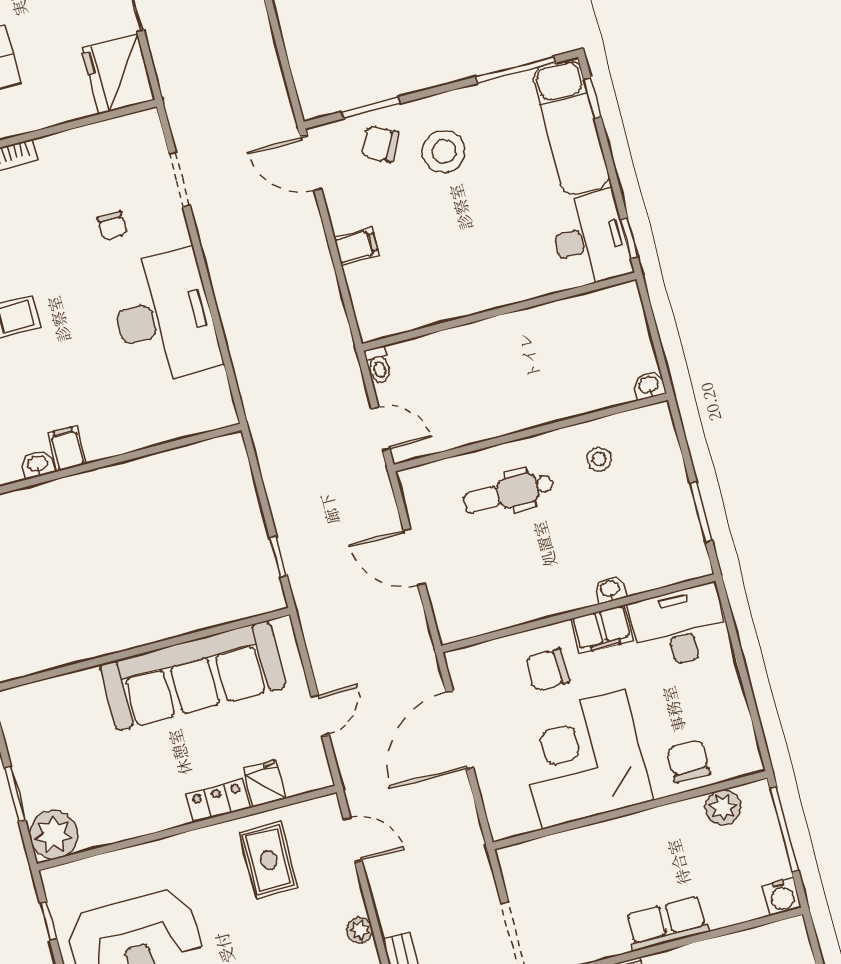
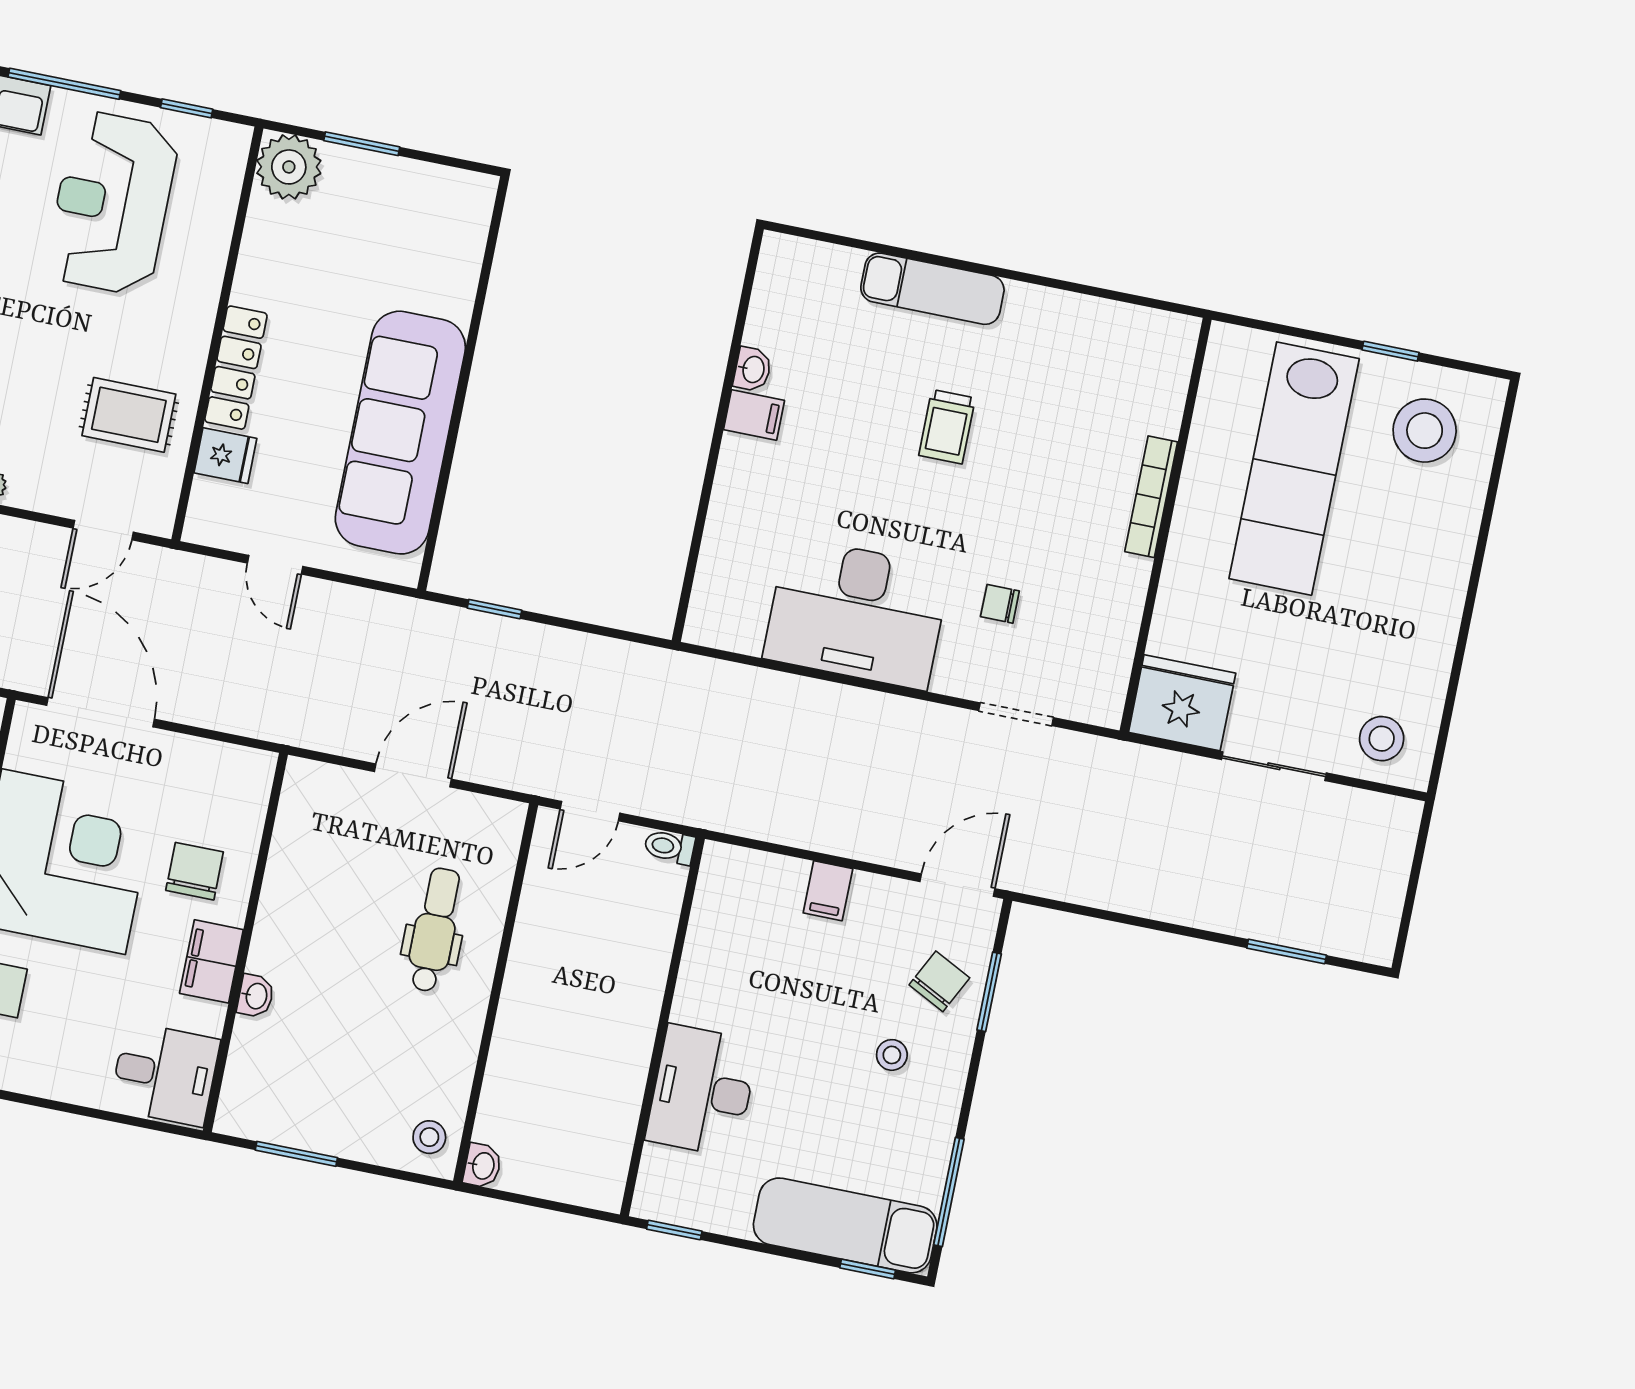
stool: (444, 151) -> (892, 1055), width x0.53, depth x0.53
desk: (590, 239) -> (702, 1091), moved, turned 90
stool: (599, 459) -> (429, 1137), moved
desk: (679, 627) -> (165, 1074), width x0.73
door: (460, 730) -> (100, 712), moved
locker: (218, 801) -> (236, 368), width x1.53

